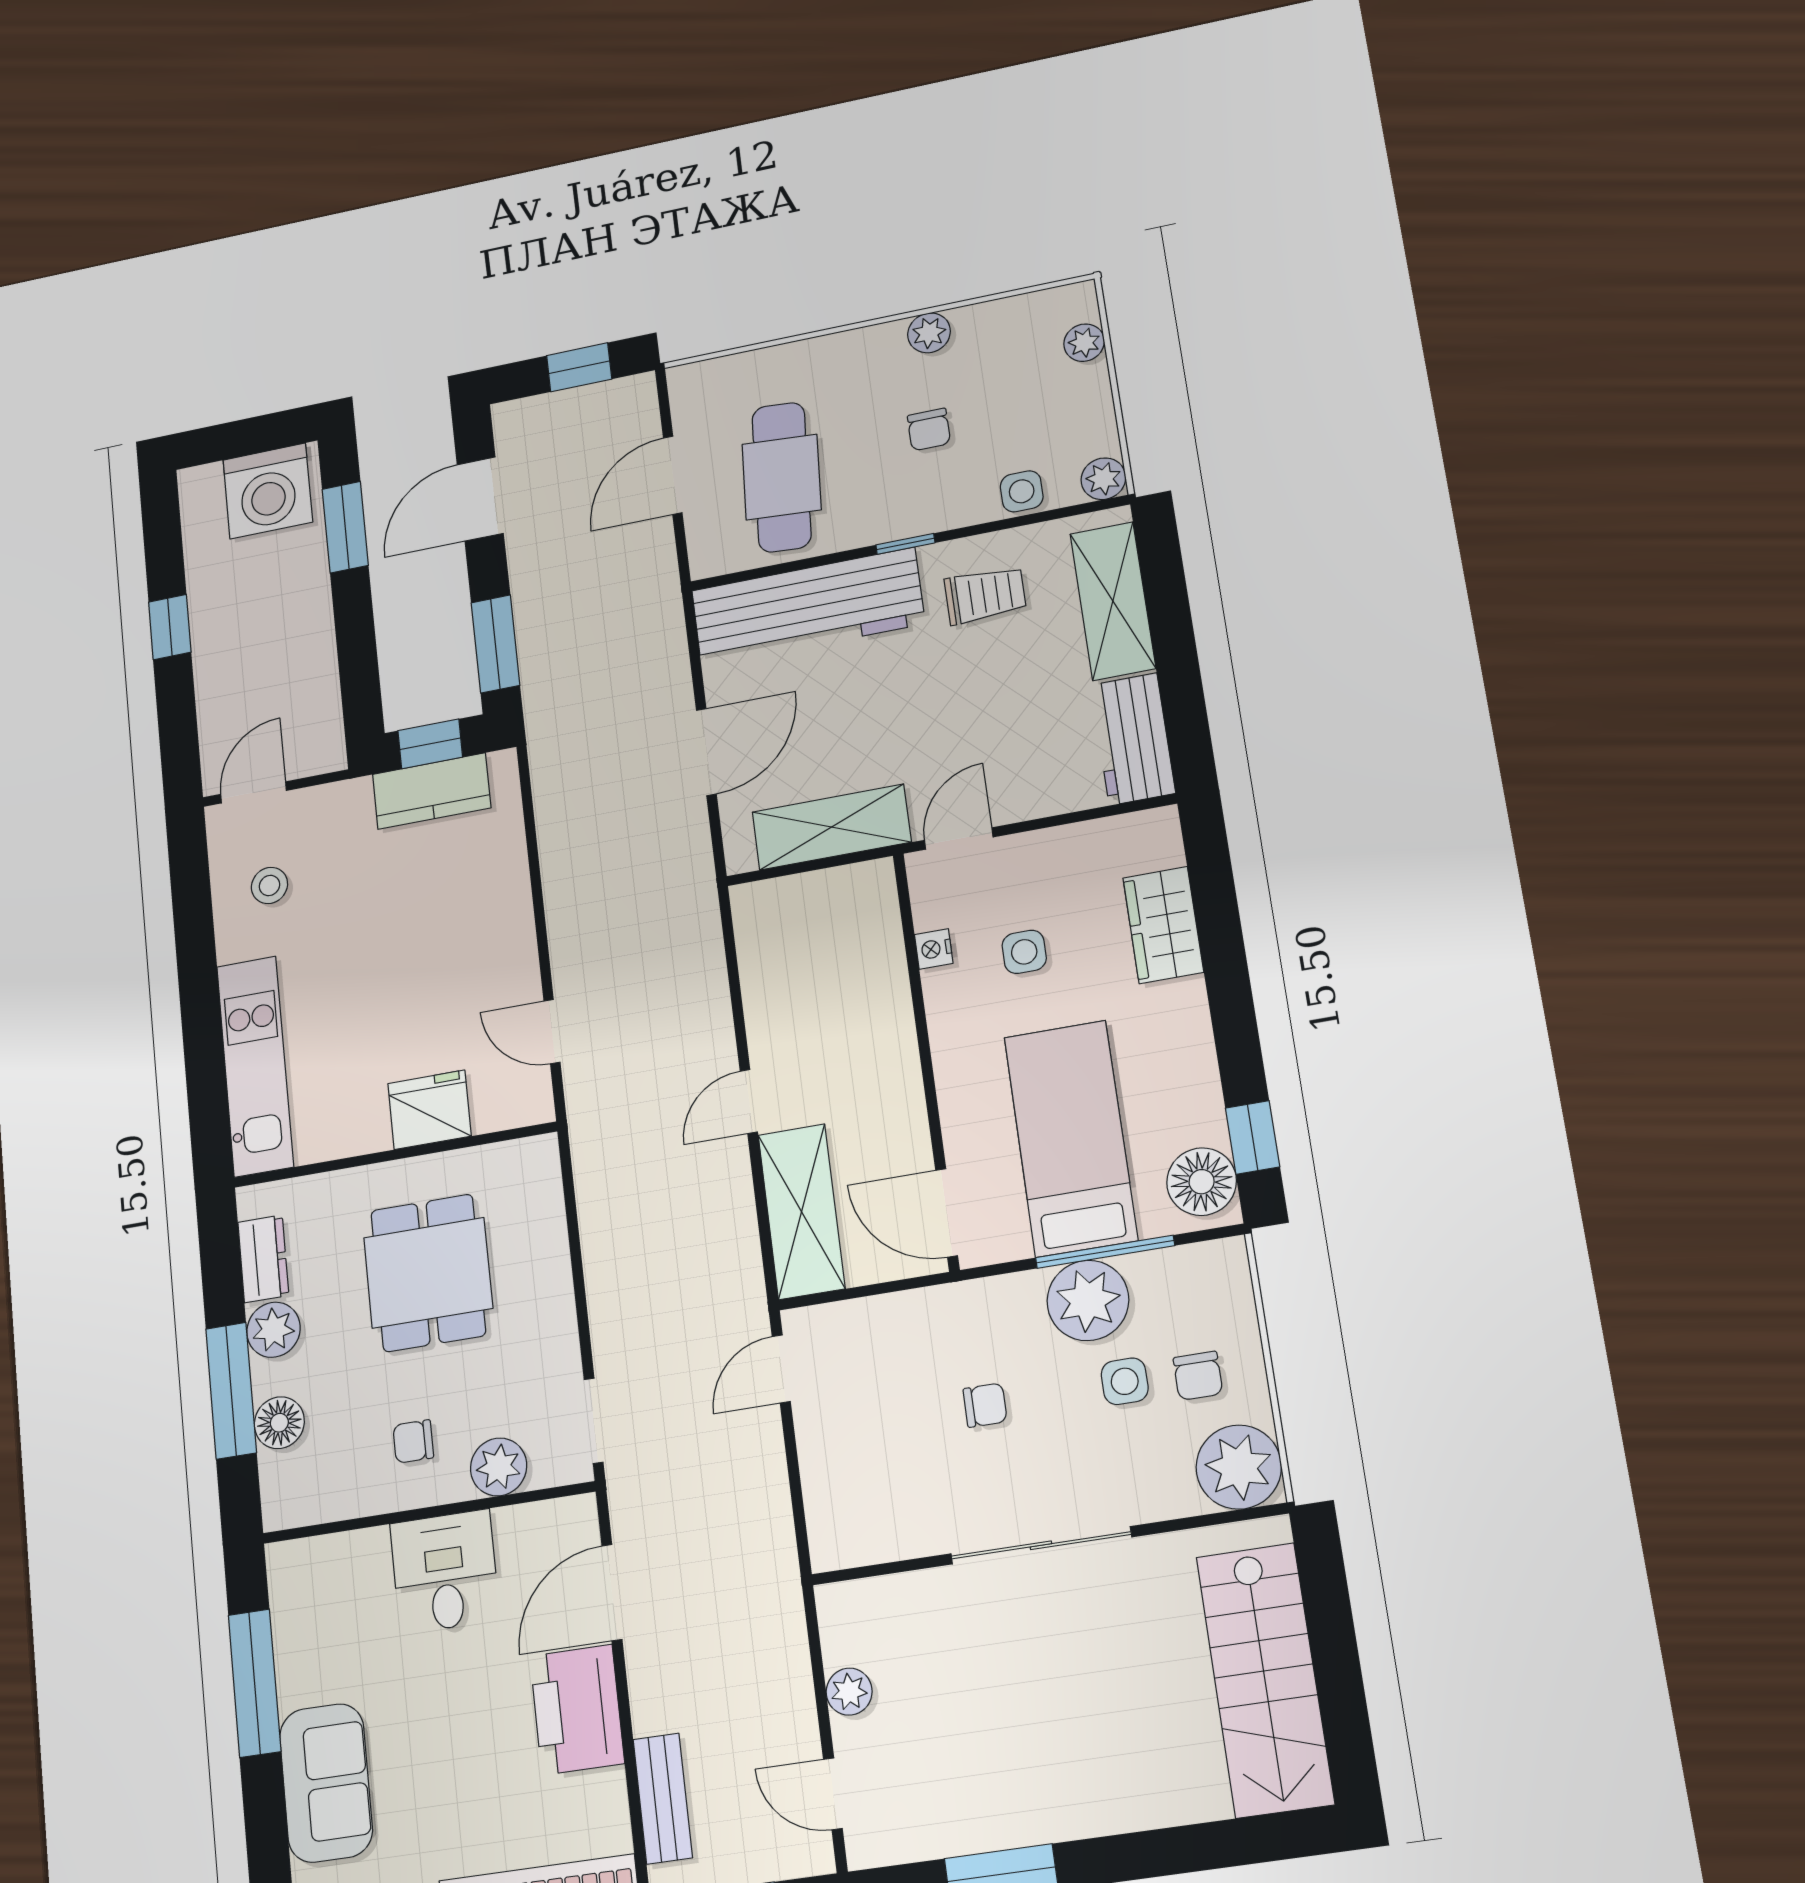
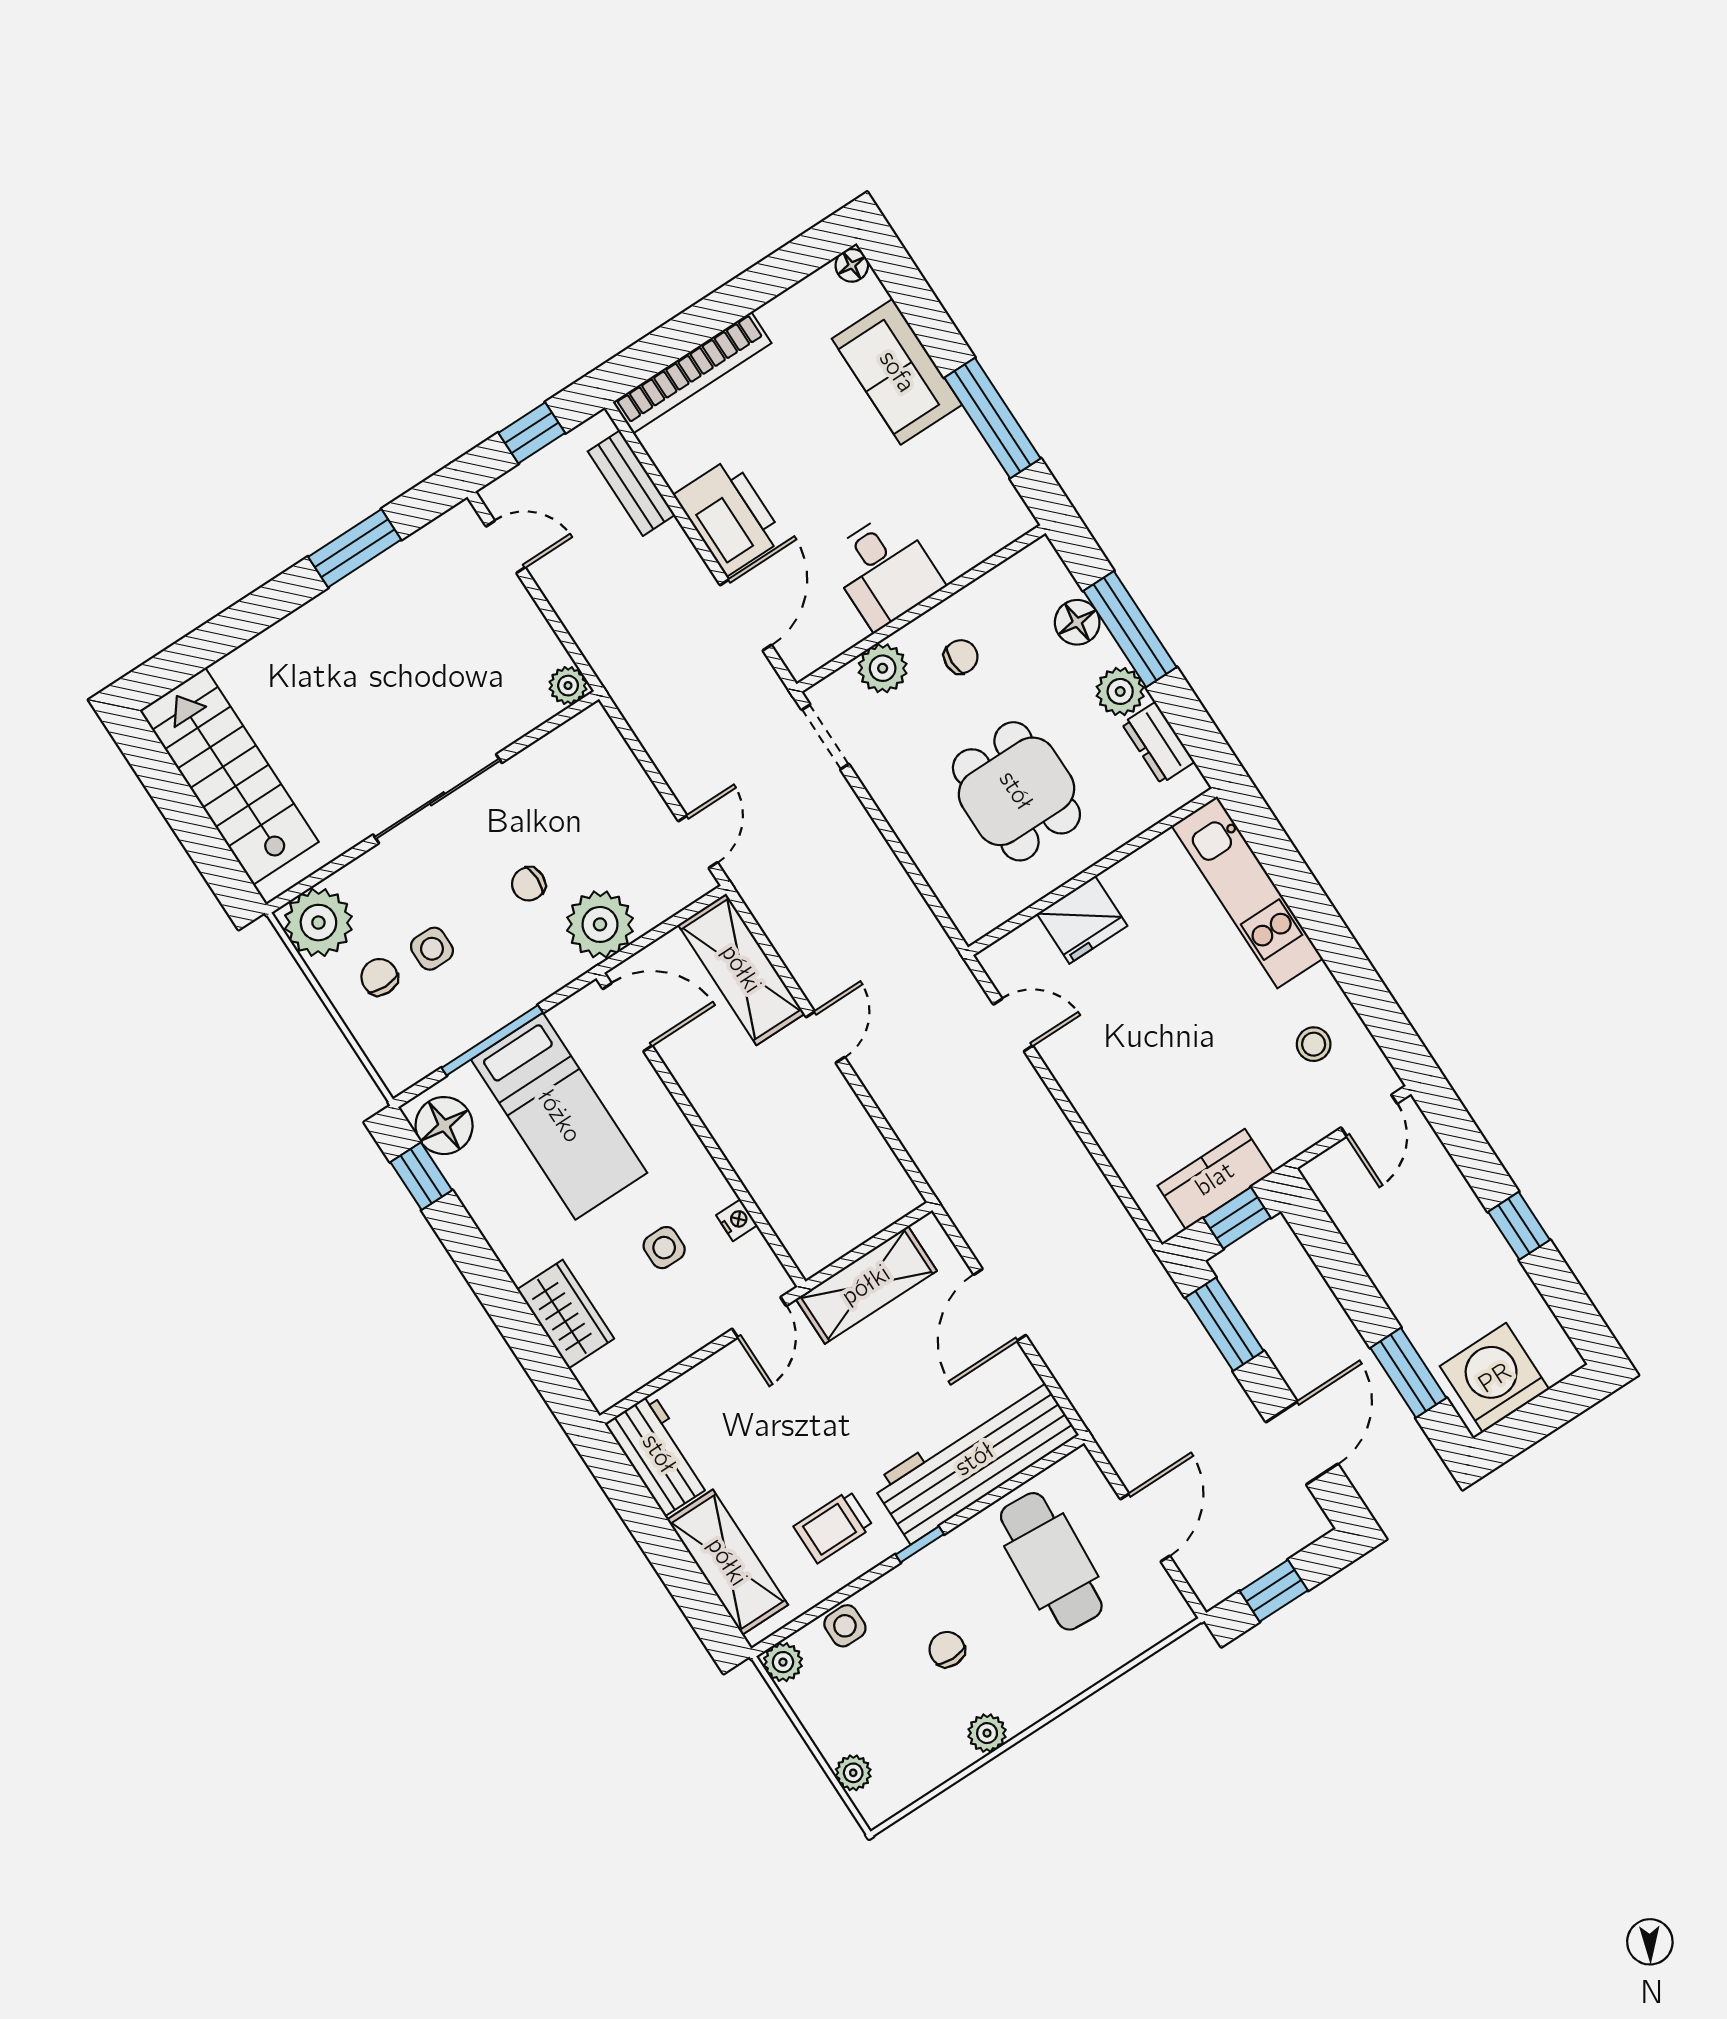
plant: (1088, 1300) -> (600, 924), moved
plant: (849, 1692) -> (568, 686), moved

